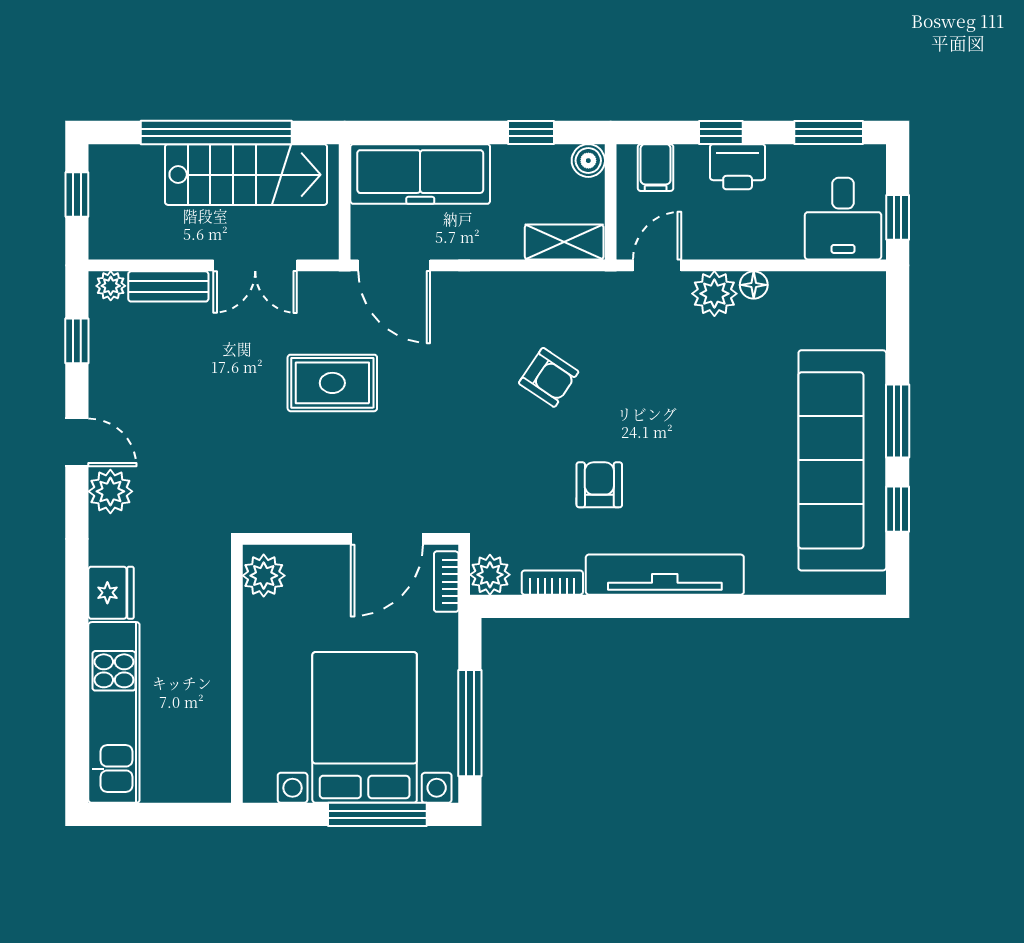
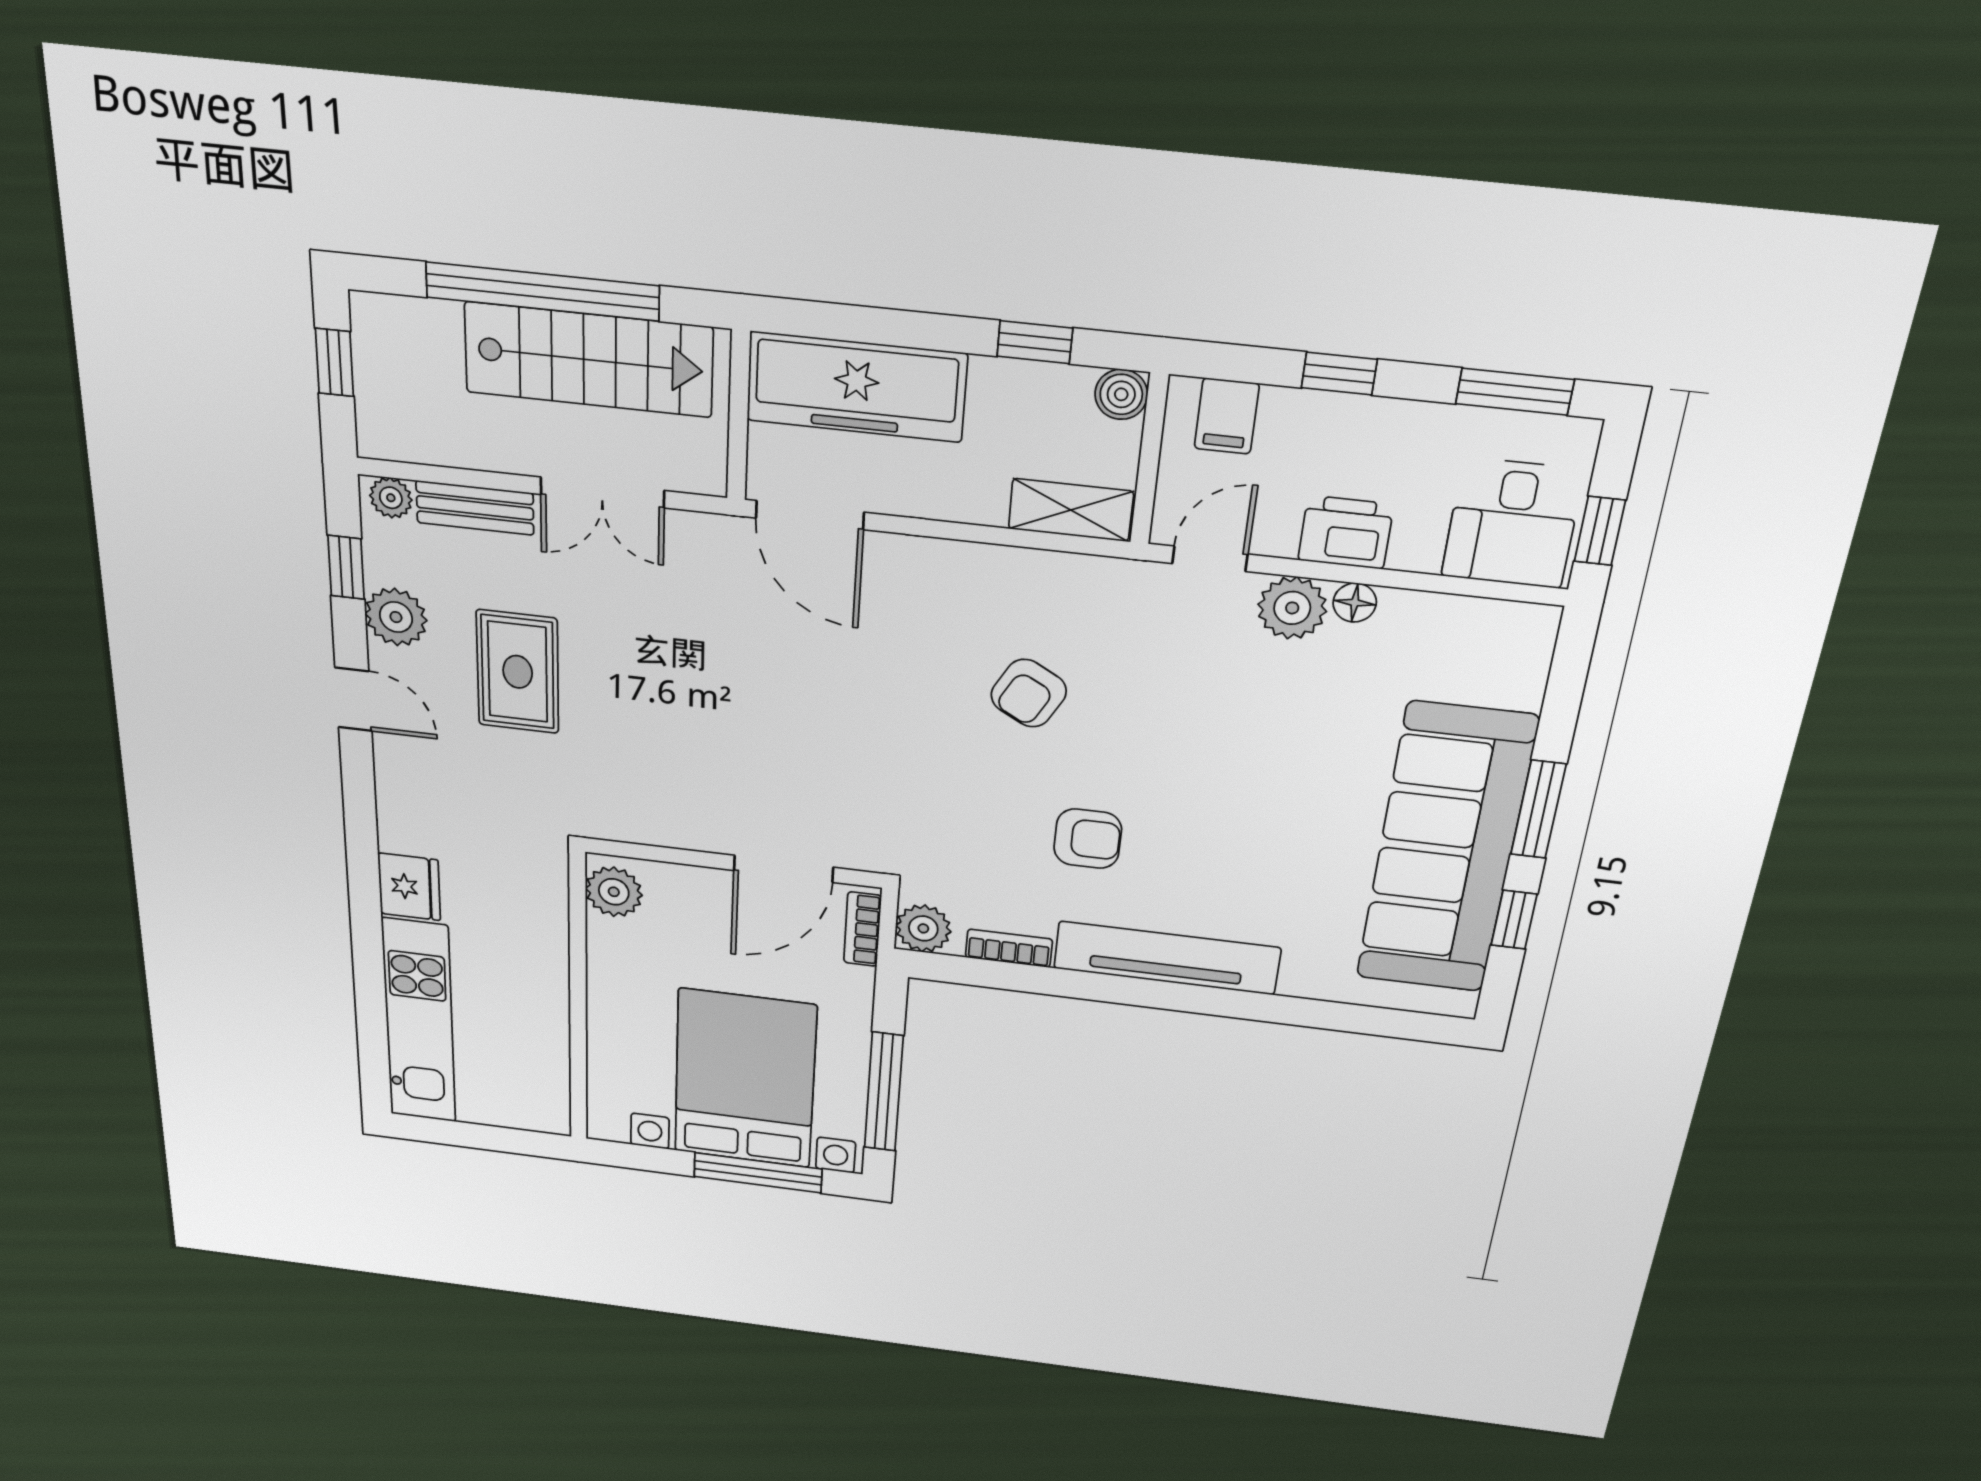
printer: (738, 167) -> (1346, 532), moved, turned 180
armchair: (549, 377) -> (1029, 693), turned 85
rug: (332, 383) -> (518, 672), moved, turned 90
armchair: (599, 485) -> (1088, 839), turned 90
plant: (110, 491) -> (396, 617), moved

